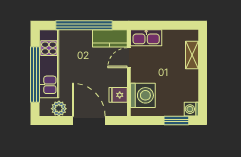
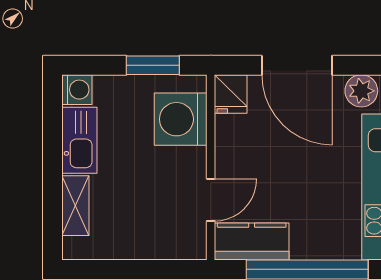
kitchen sink: (146, 38) -> (79, 140), moved, turned 90
fridge: (118, 95) -> (231, 94), moved, turned 90
window: (176, 120) -> (153, 65), moved

